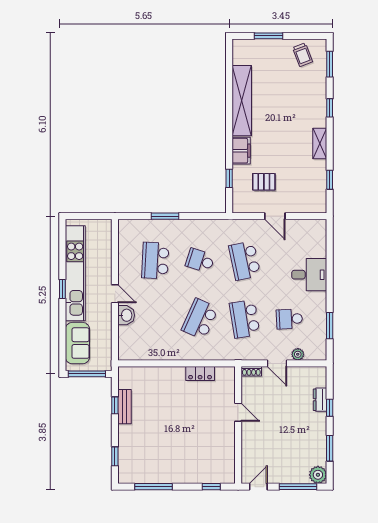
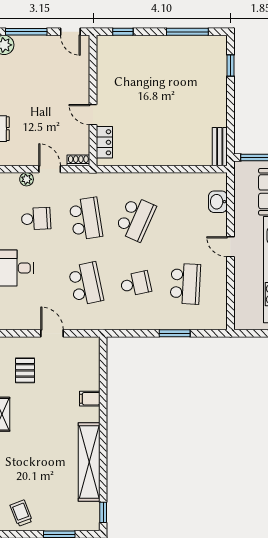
filing cabinet: (241, 151) -> (90, 399), width x0.50
window: (229, 178) -> (103, 512), moved
pallet: (264, 182) -> (25, 370), moved, turned 90
school desk: (200, 261) -> (136, 284), turned -30
washbasin: (126, 315) -> (218, 202), moved
locker: (200, 374) -> (104, 142), moved, turned 90
window: (115, 405) -> (230, 122), removed
bench: (124, 407) -> (220, 147), moved
door: (258, 487) -> (70, 32), hinge flipped

